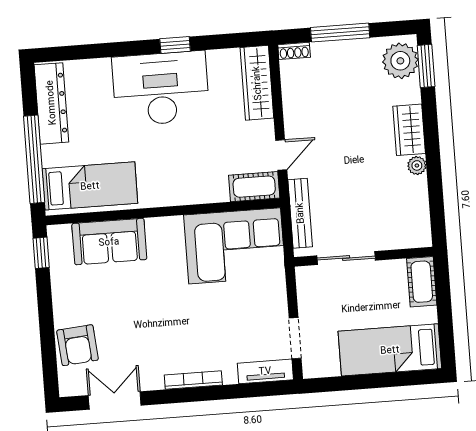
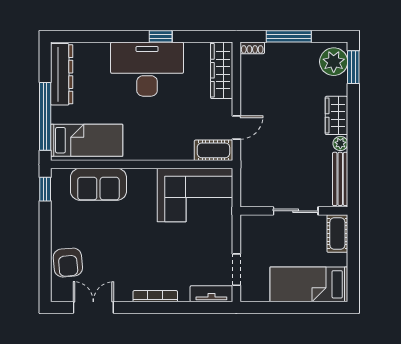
bench: (300, 213) -> (340, 179), moved
sliding door: (346, 258) -> (296, 211), moved

